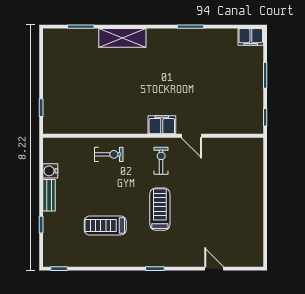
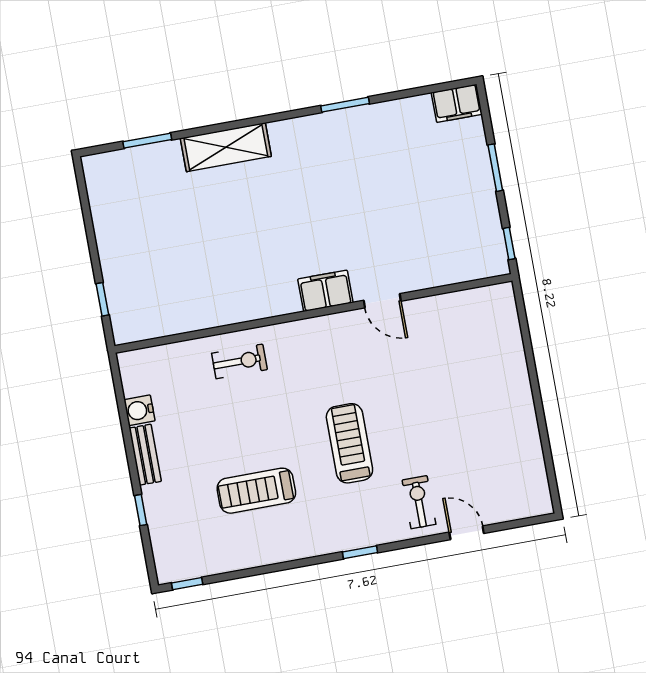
exercise bike: (161, 161) -> (419, 502), moved

